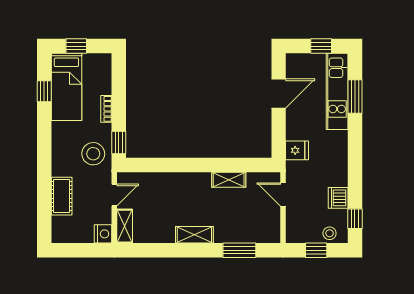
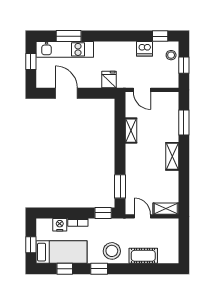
window: (44, 137) -> (99, 269), added
stool: (93, 154) -> (112, 251), moved
window: (154, 165) -> (120, 186), added
door: (283, 194) -> (142, 90), hinge flipped
nightstand: (103, 234) -> (60, 225), moved

